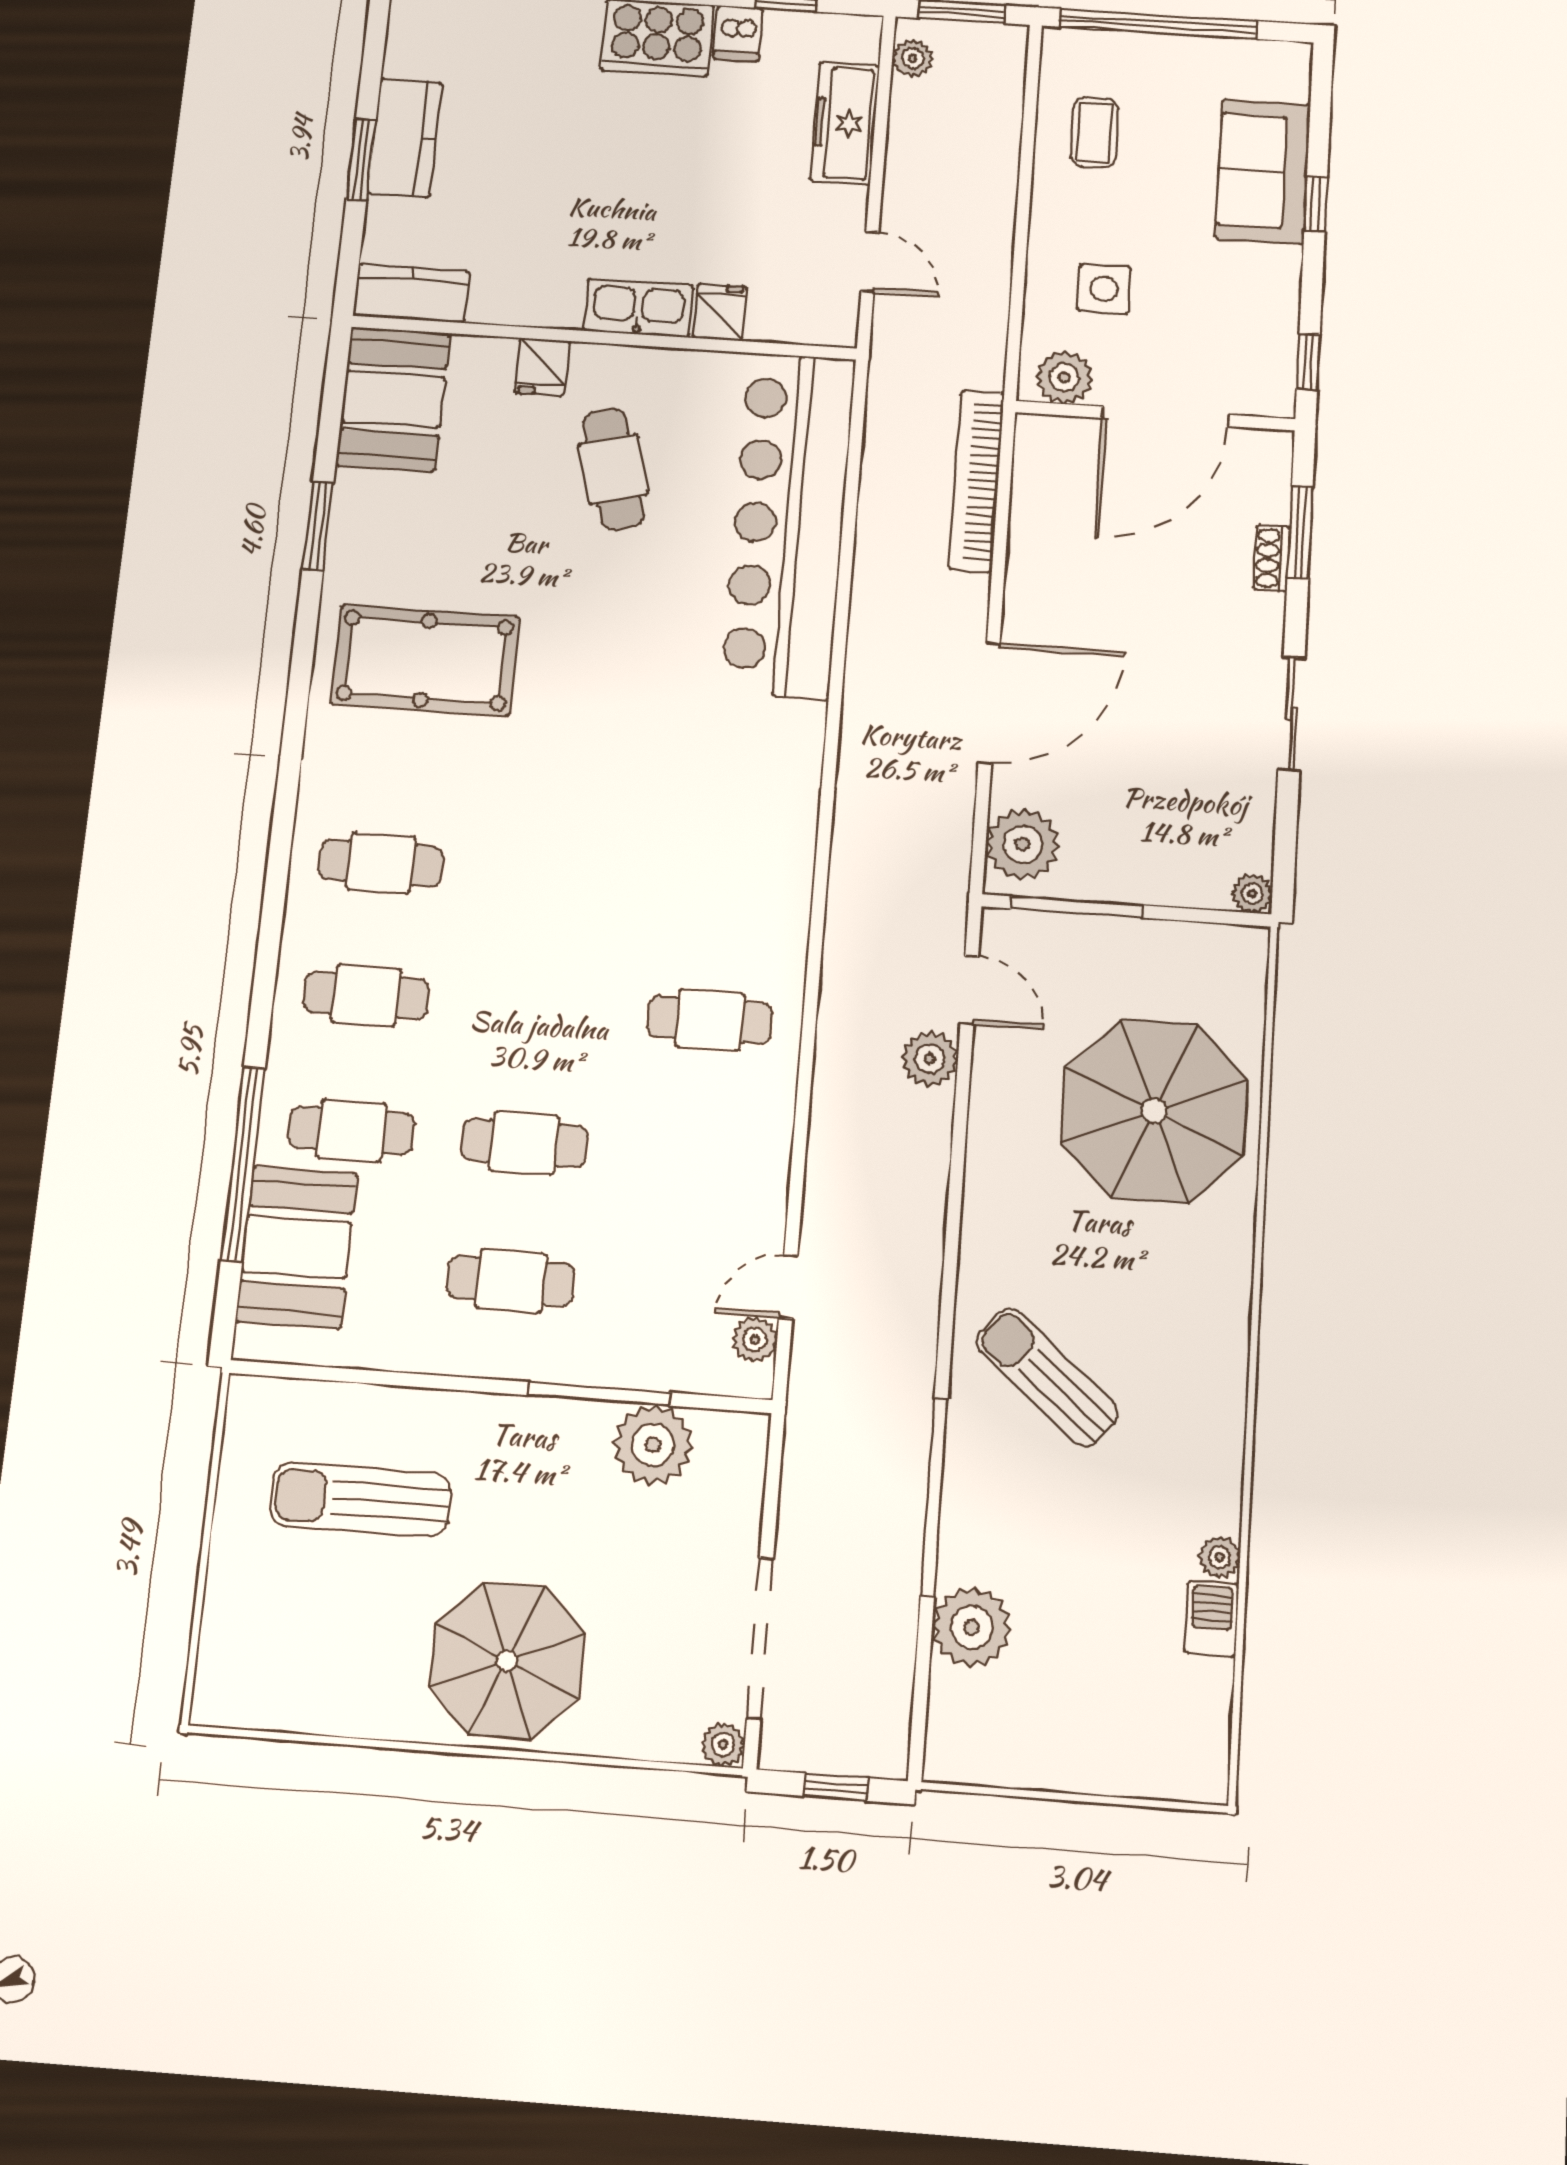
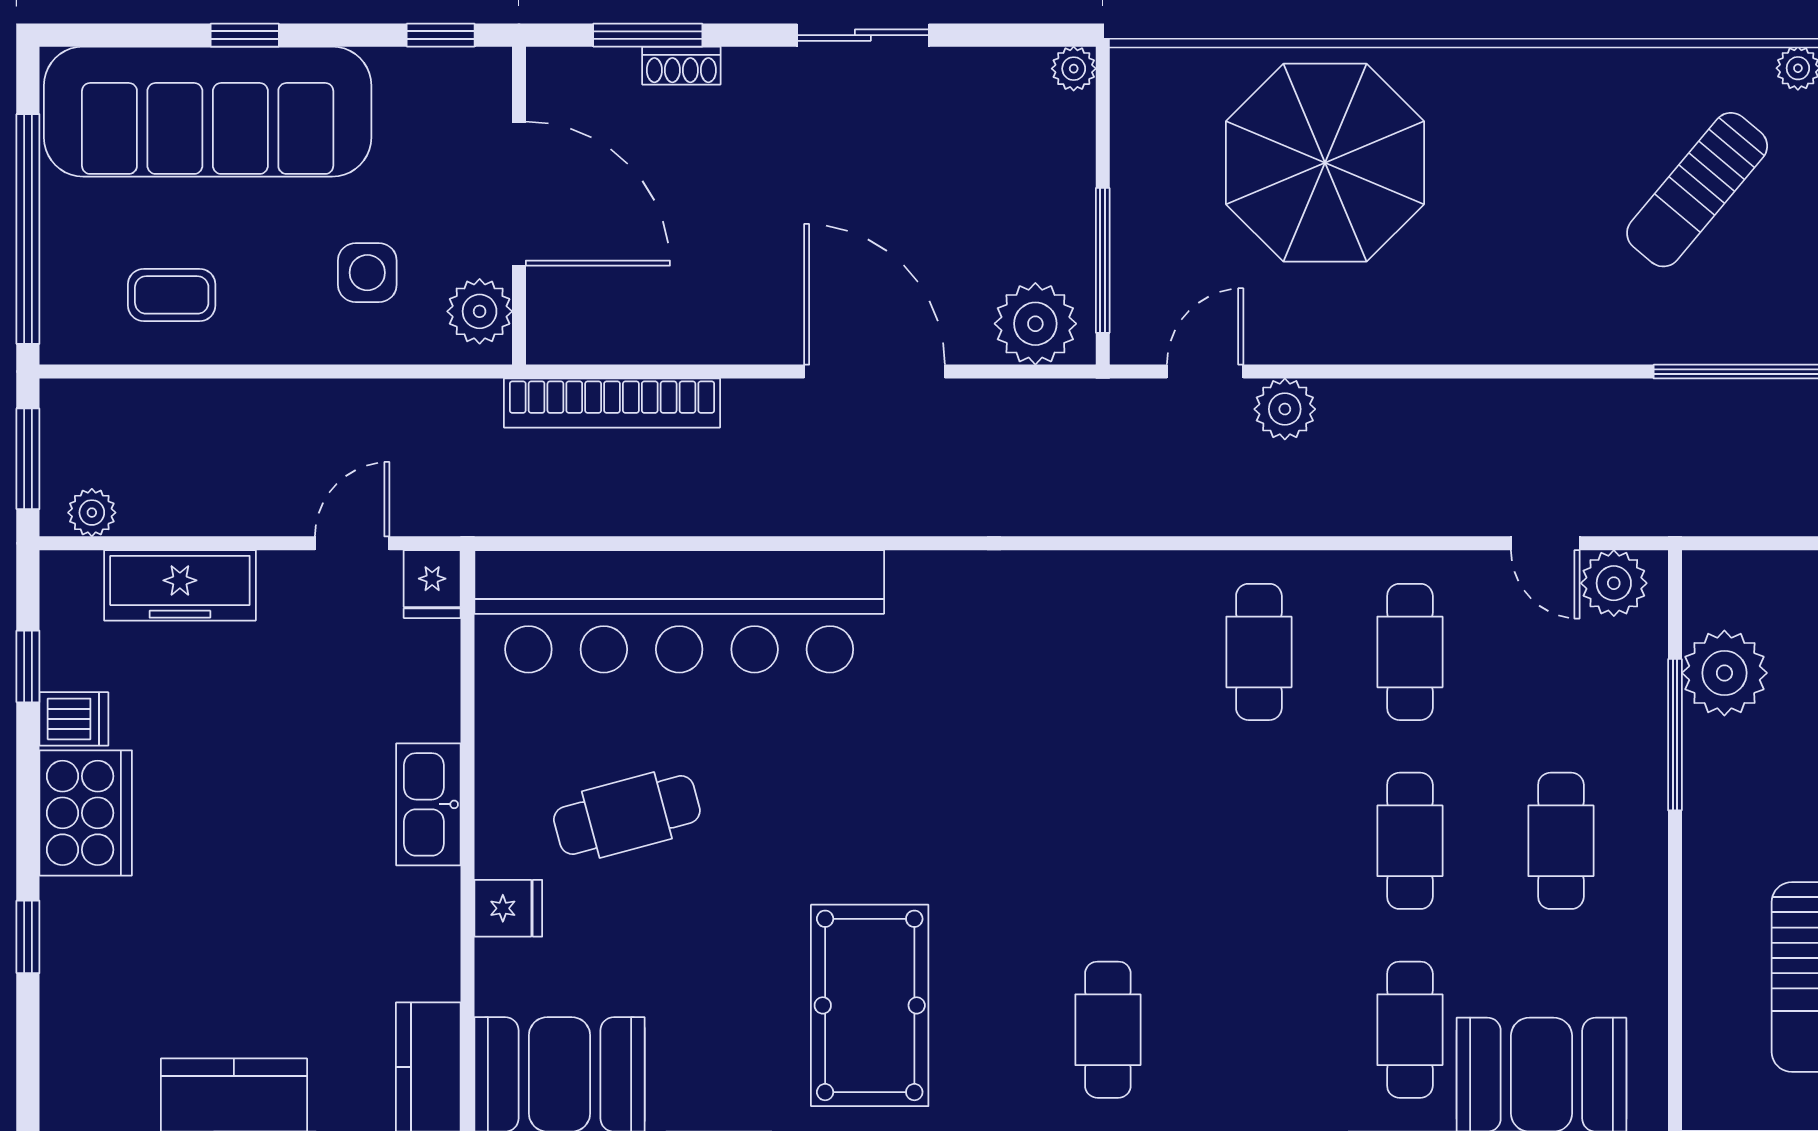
sofa: (1263, 171) -> (208, 112), width x1.85, depth x1.27
fridge: (720, 312) -> (432, 584), moved, turned -90
cafe table: (366, 996) -> (1410, 652), moved
plant: (755, 1340) -> (1614, 583), width x1.38, depth x1.38
sun lounger: (1047, 1377) -> (1697, 190), moved

